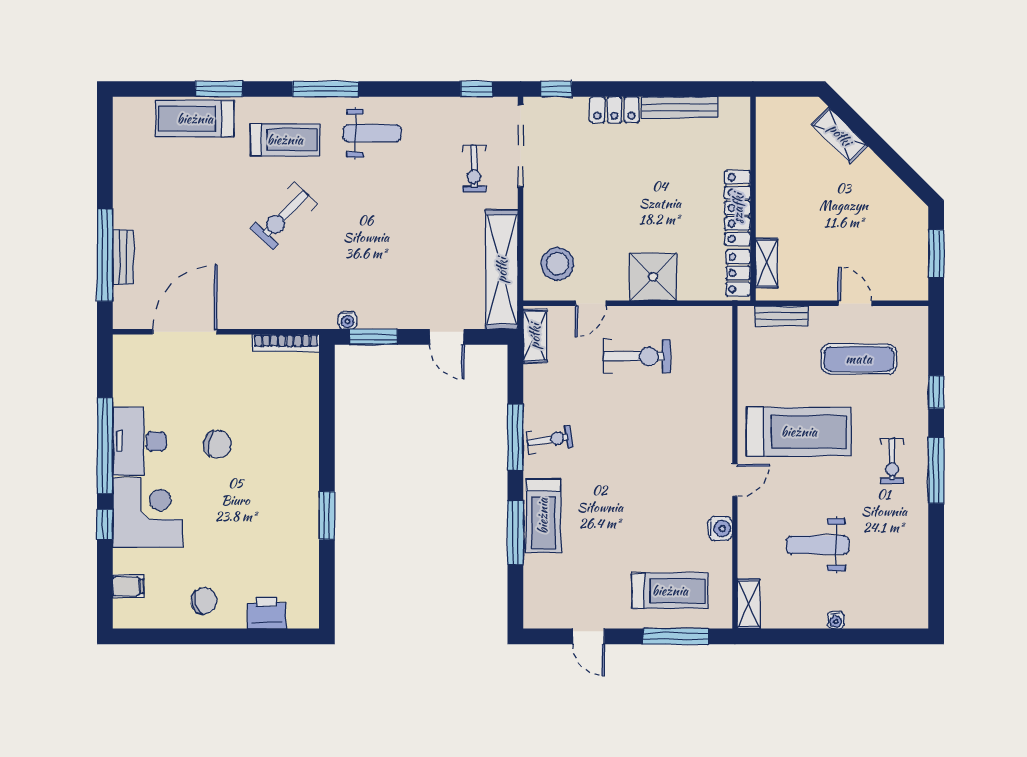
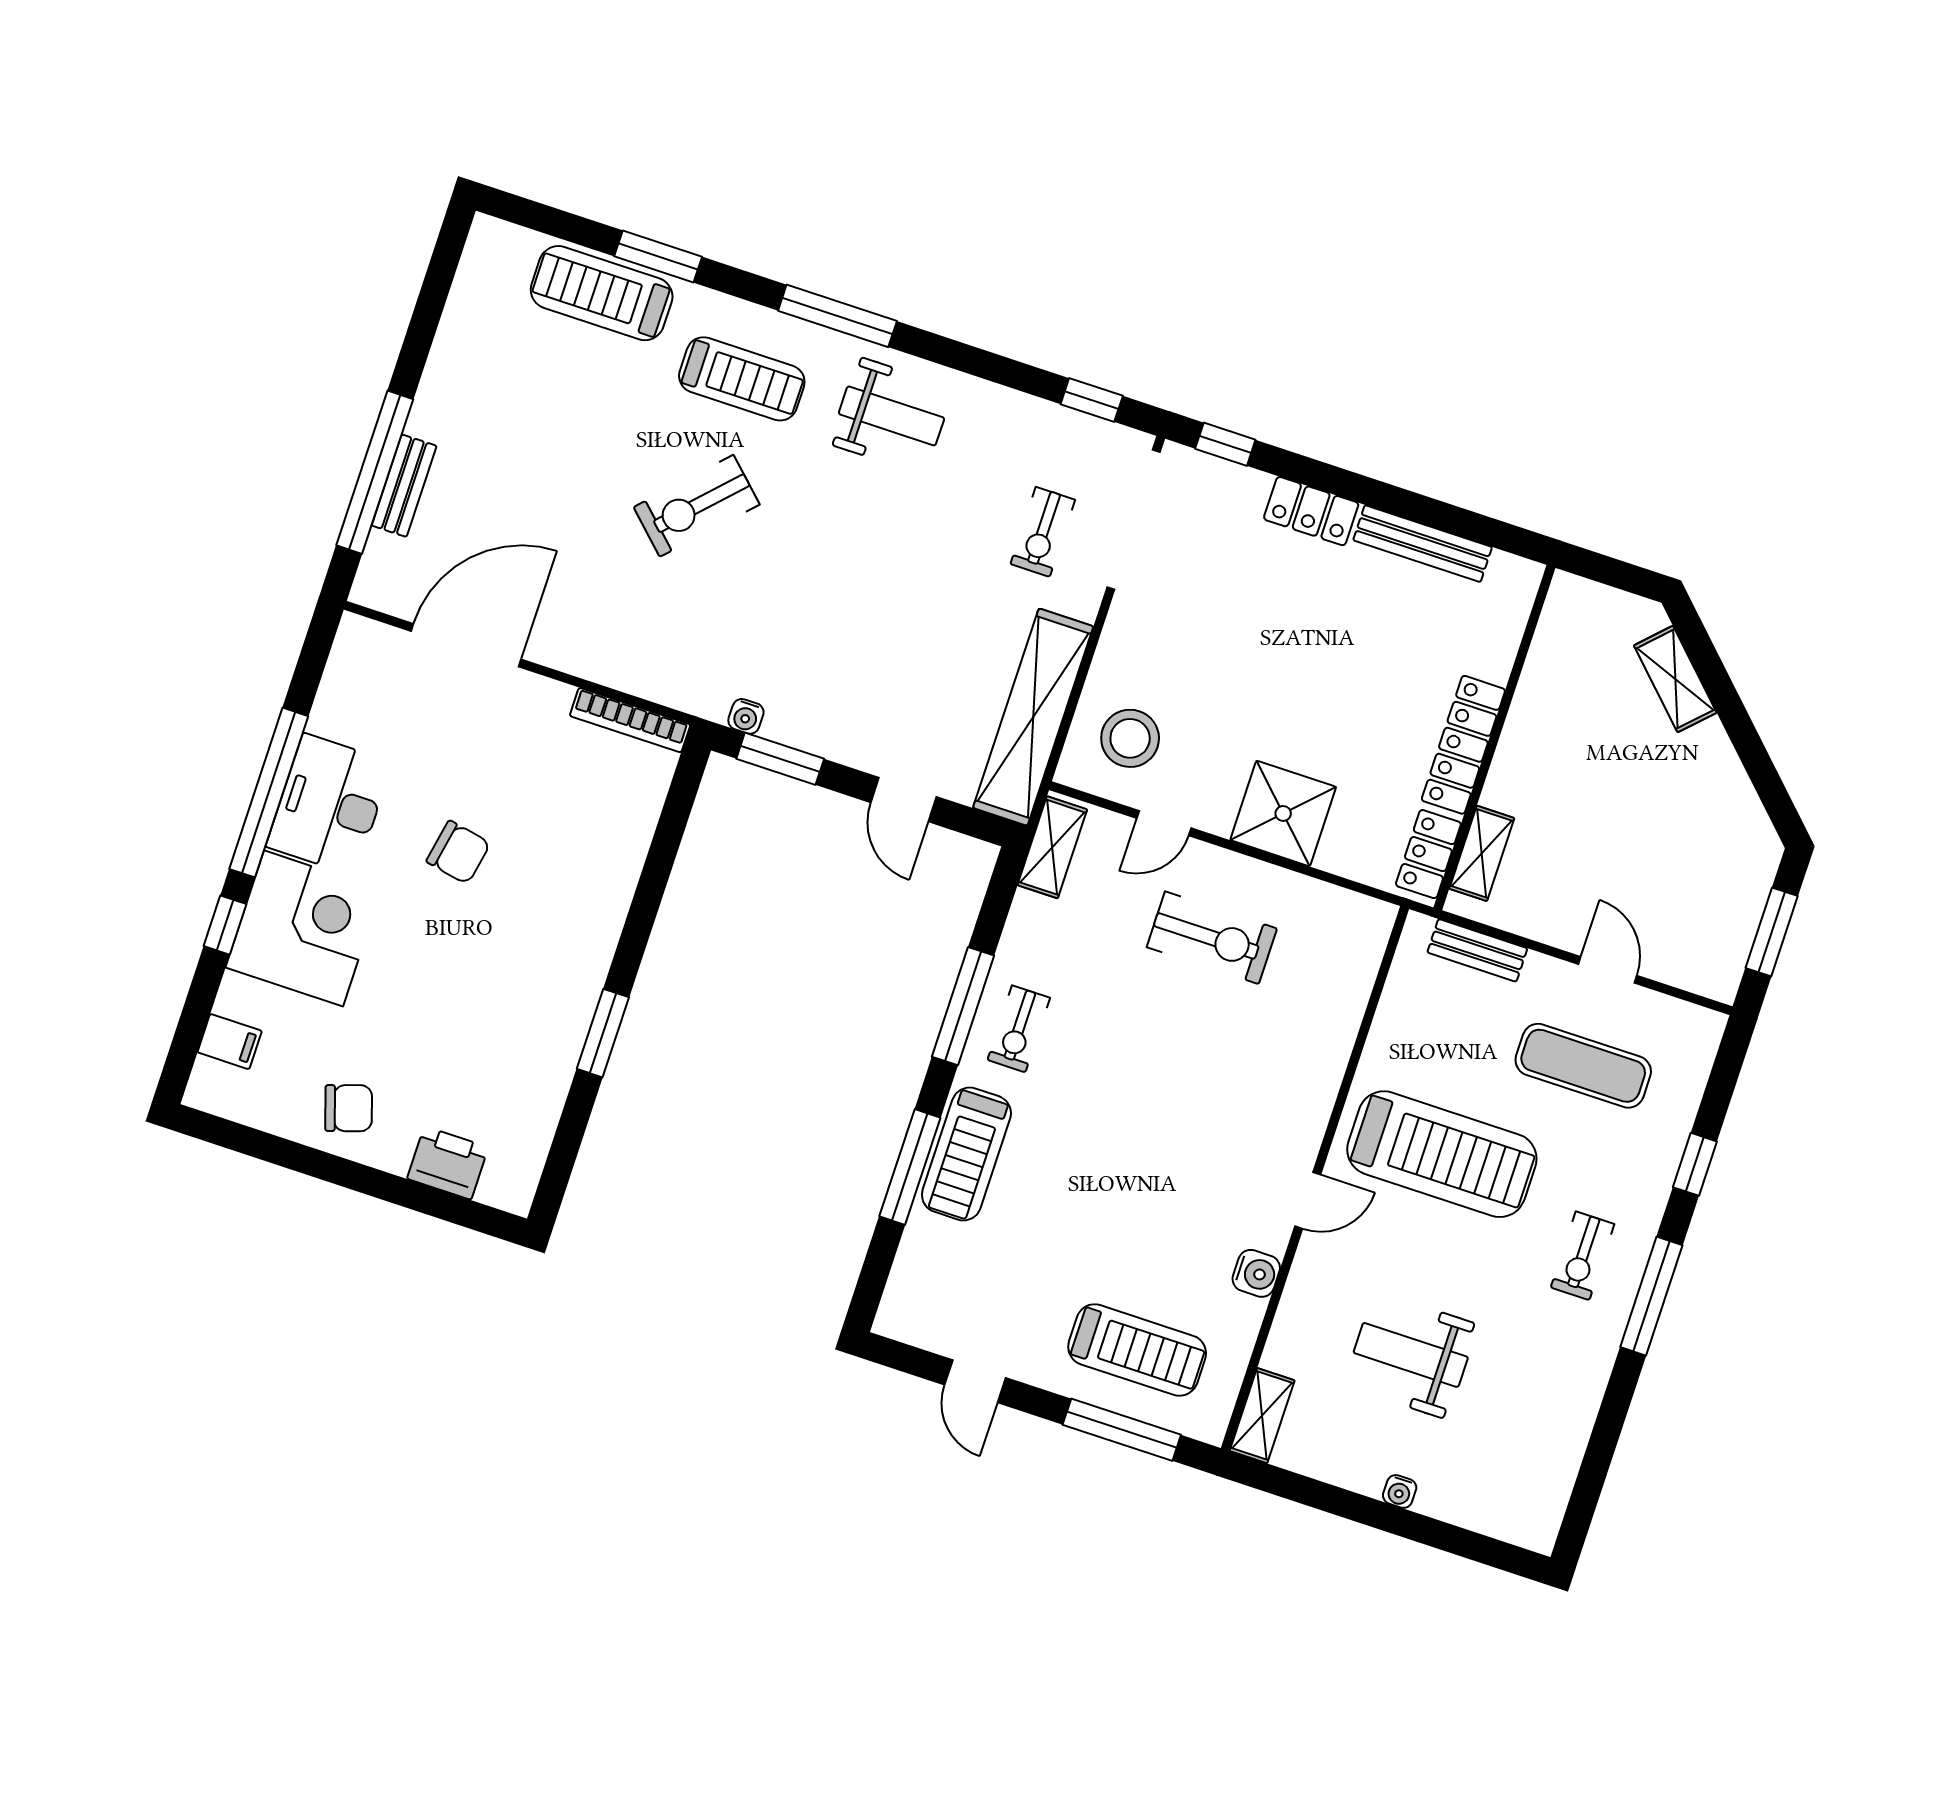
exercise bike: (549, 439) -> (1019, 1029), turned 99

